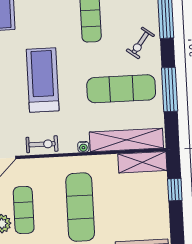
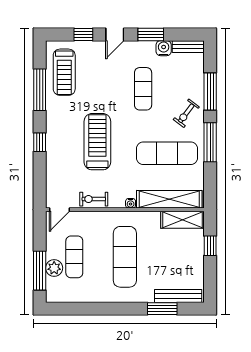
window: (170, 90) -> (210, 142), moved
exercise bike: (42, 144) -> (94, 199), turned 180

